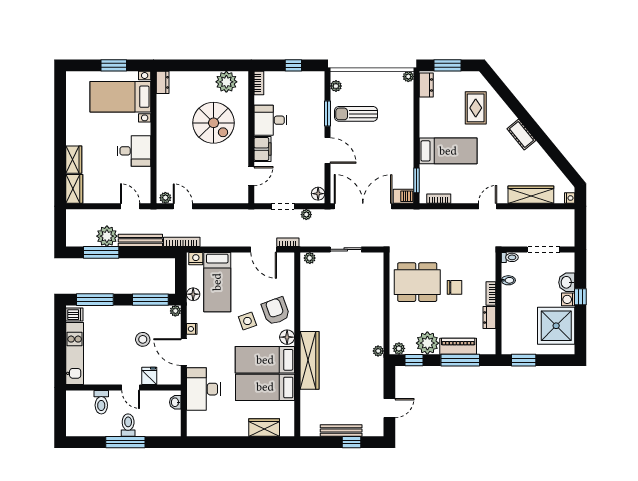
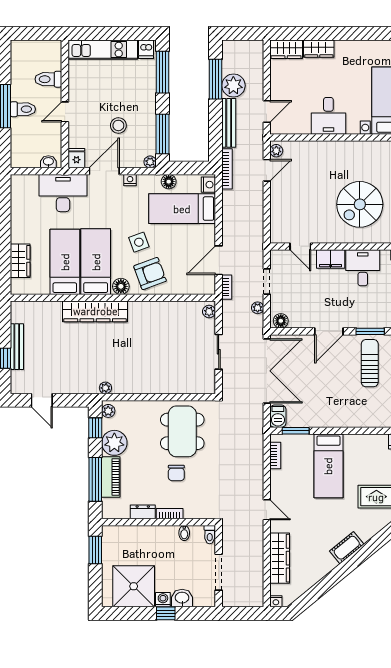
fridge: (149, 376) -> (76, 158), moved, turned -90

